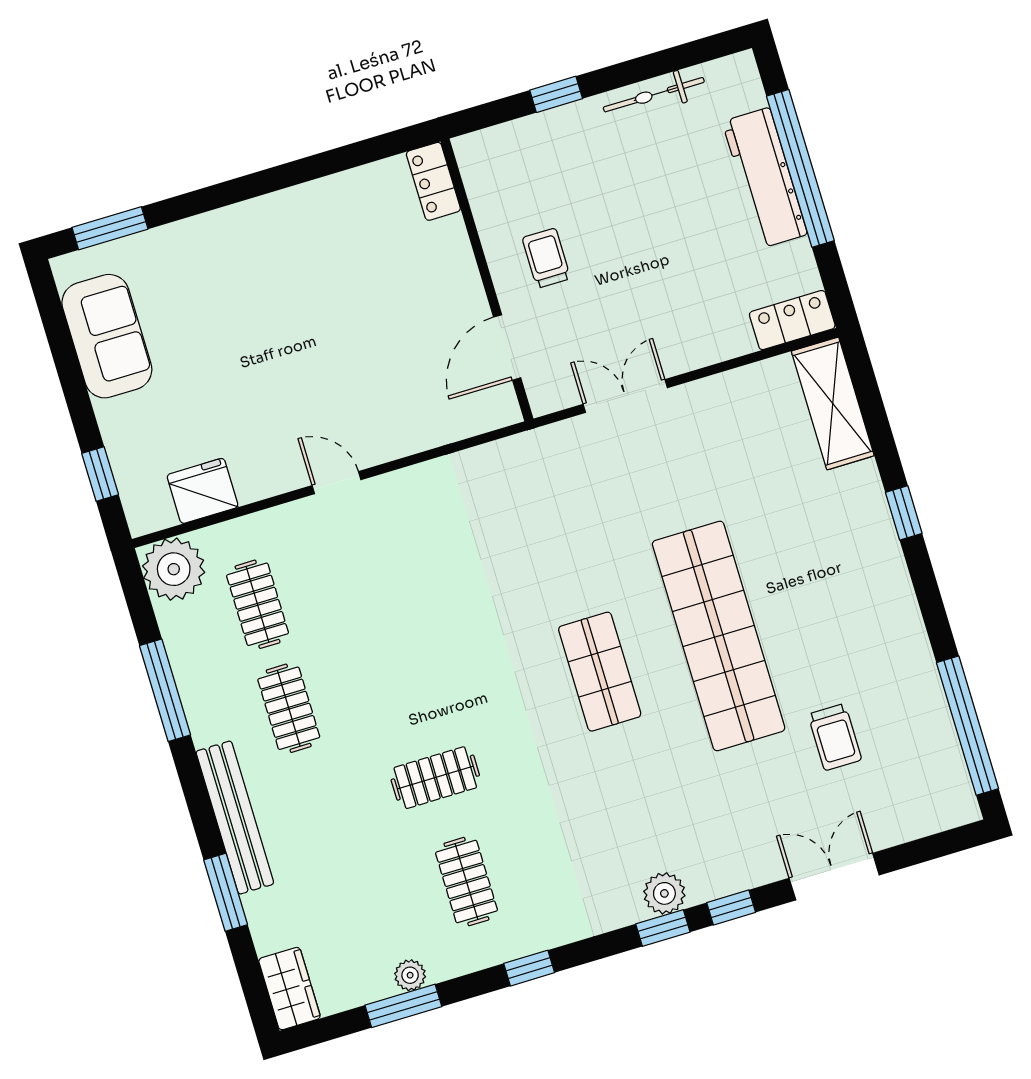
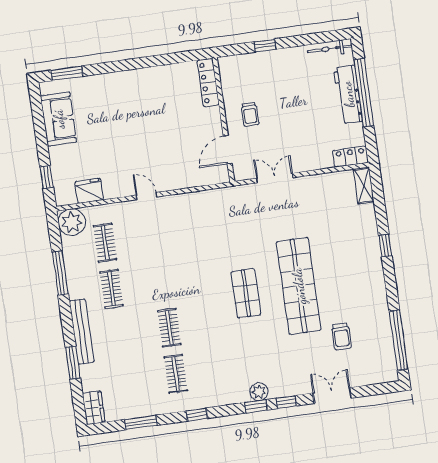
bicycle: (654, 95) -> (330, 49), moved
locker: (433, 181) -> (208, 83), width x1.53
trolley: (546, 258) -> (250, 114), turned 180
shelving: (833, 403) -> (364, 185), width x0.67, depth x0.75
clothes rail: (435, 778) -> (169, 328), turned 90
plant: (410, 975) -> (146, 410), removed

